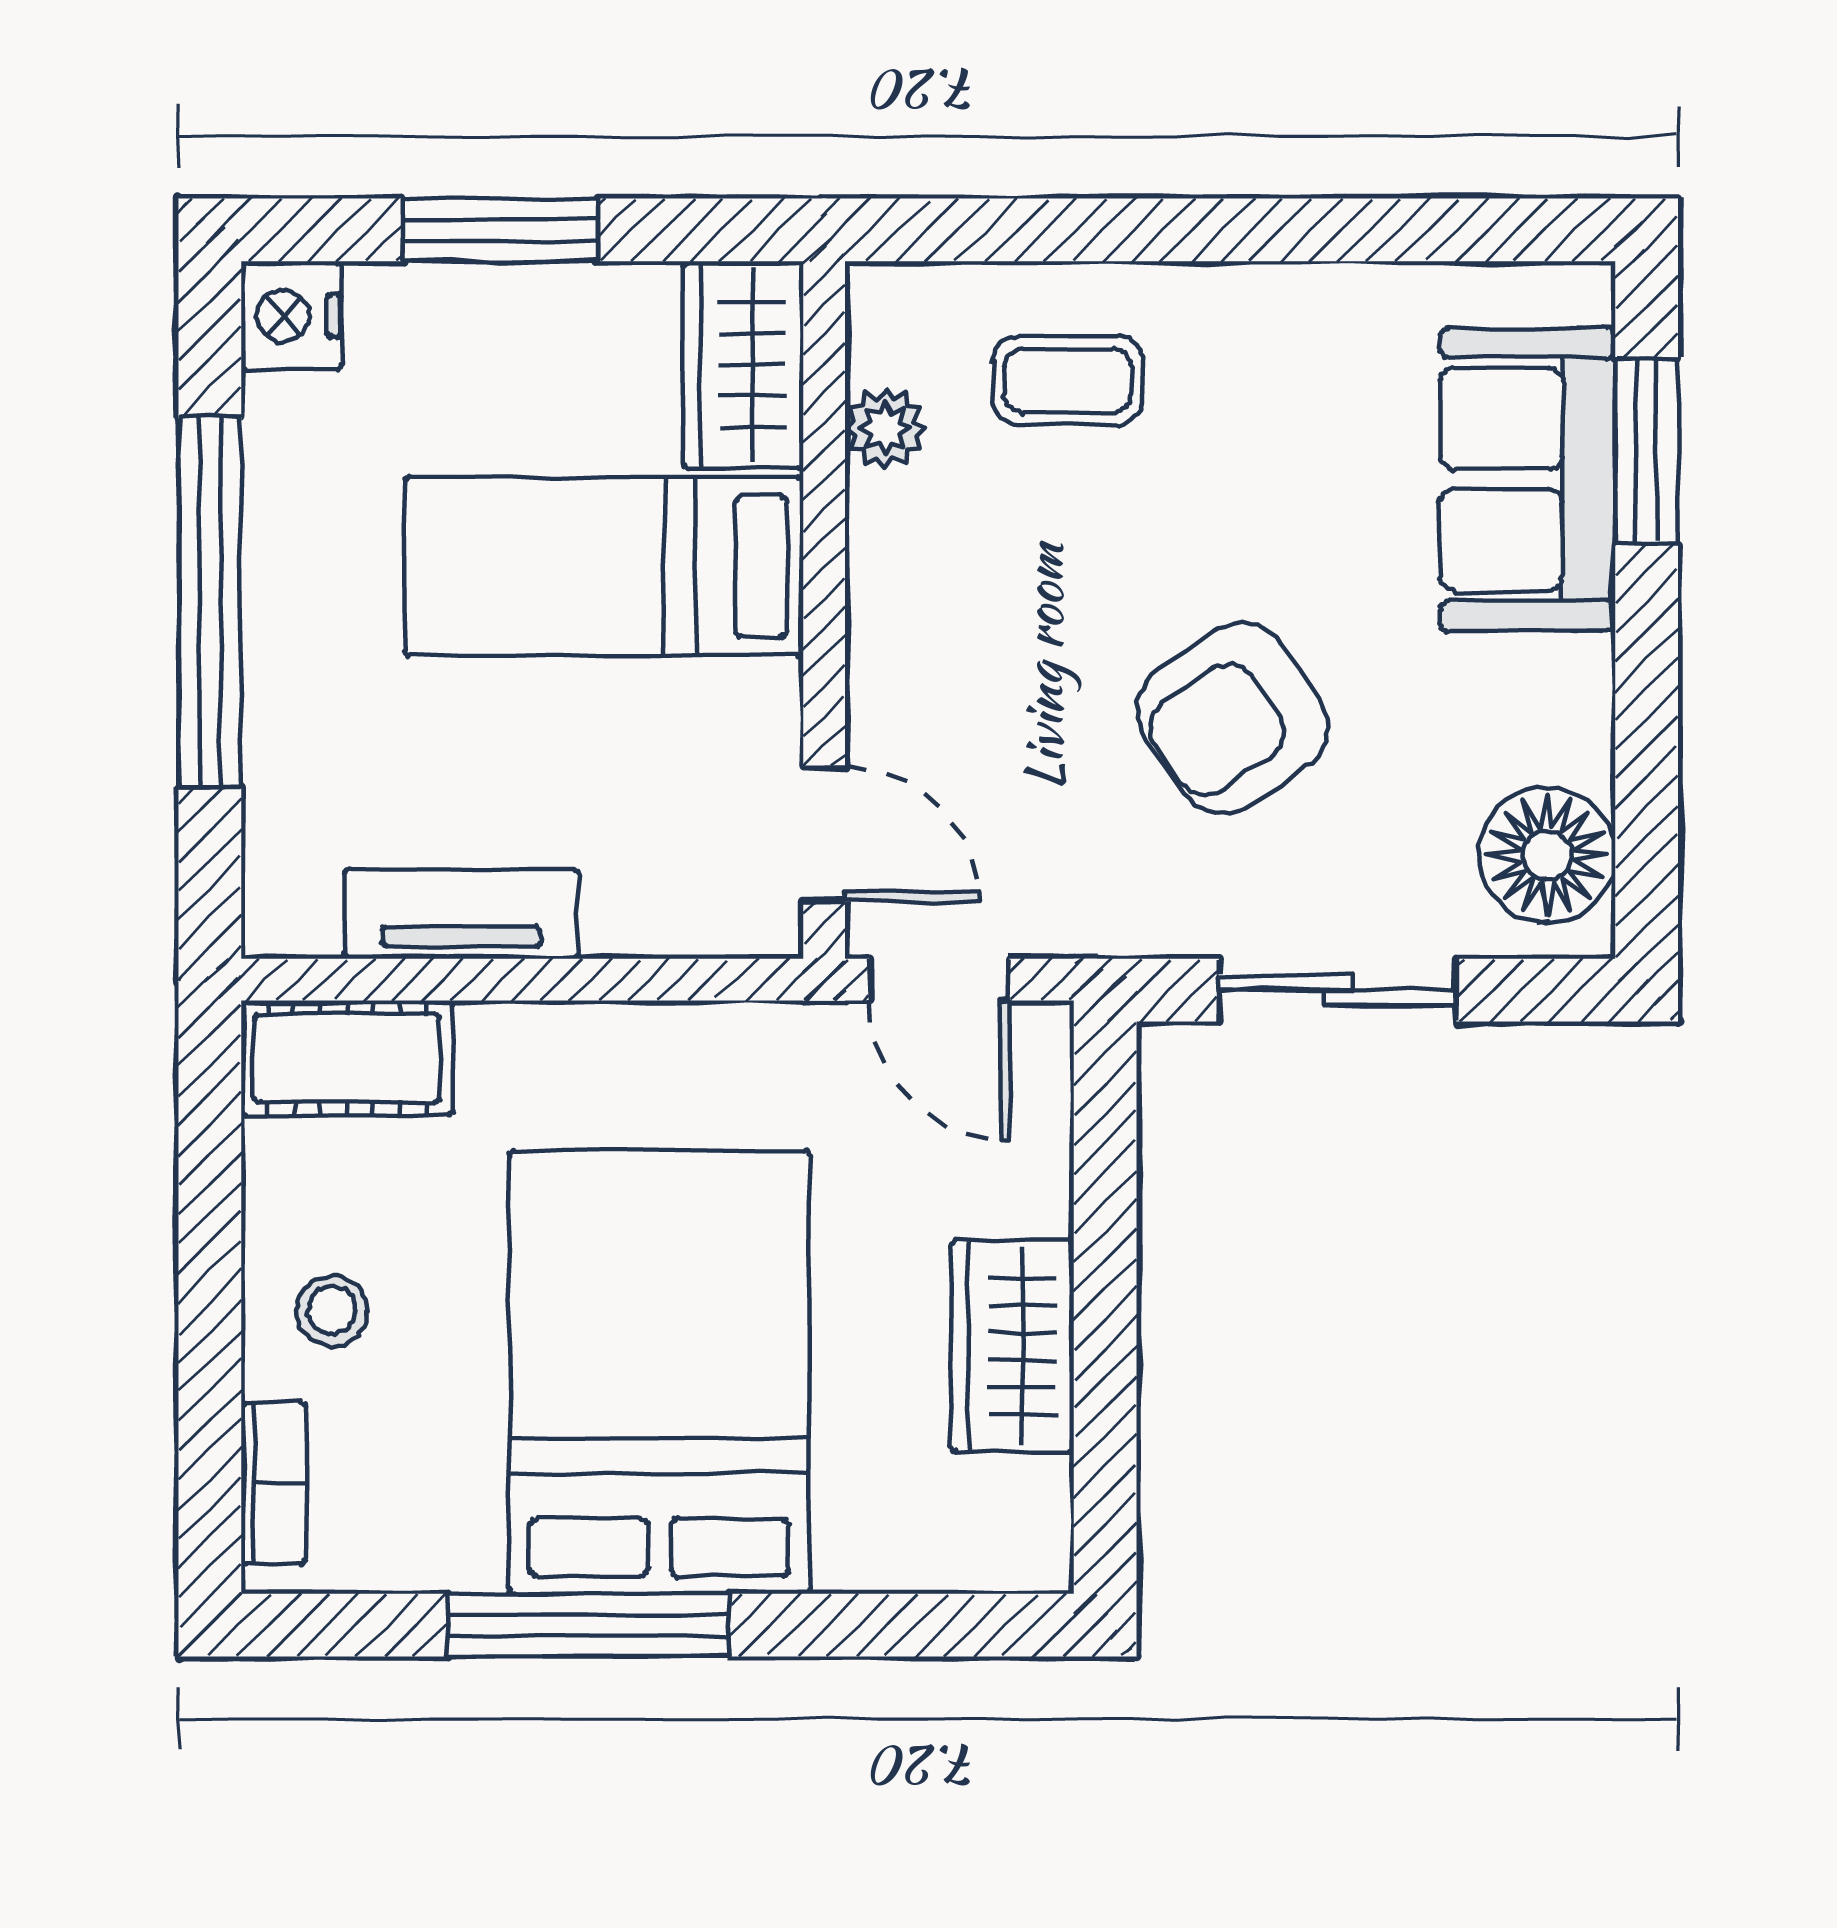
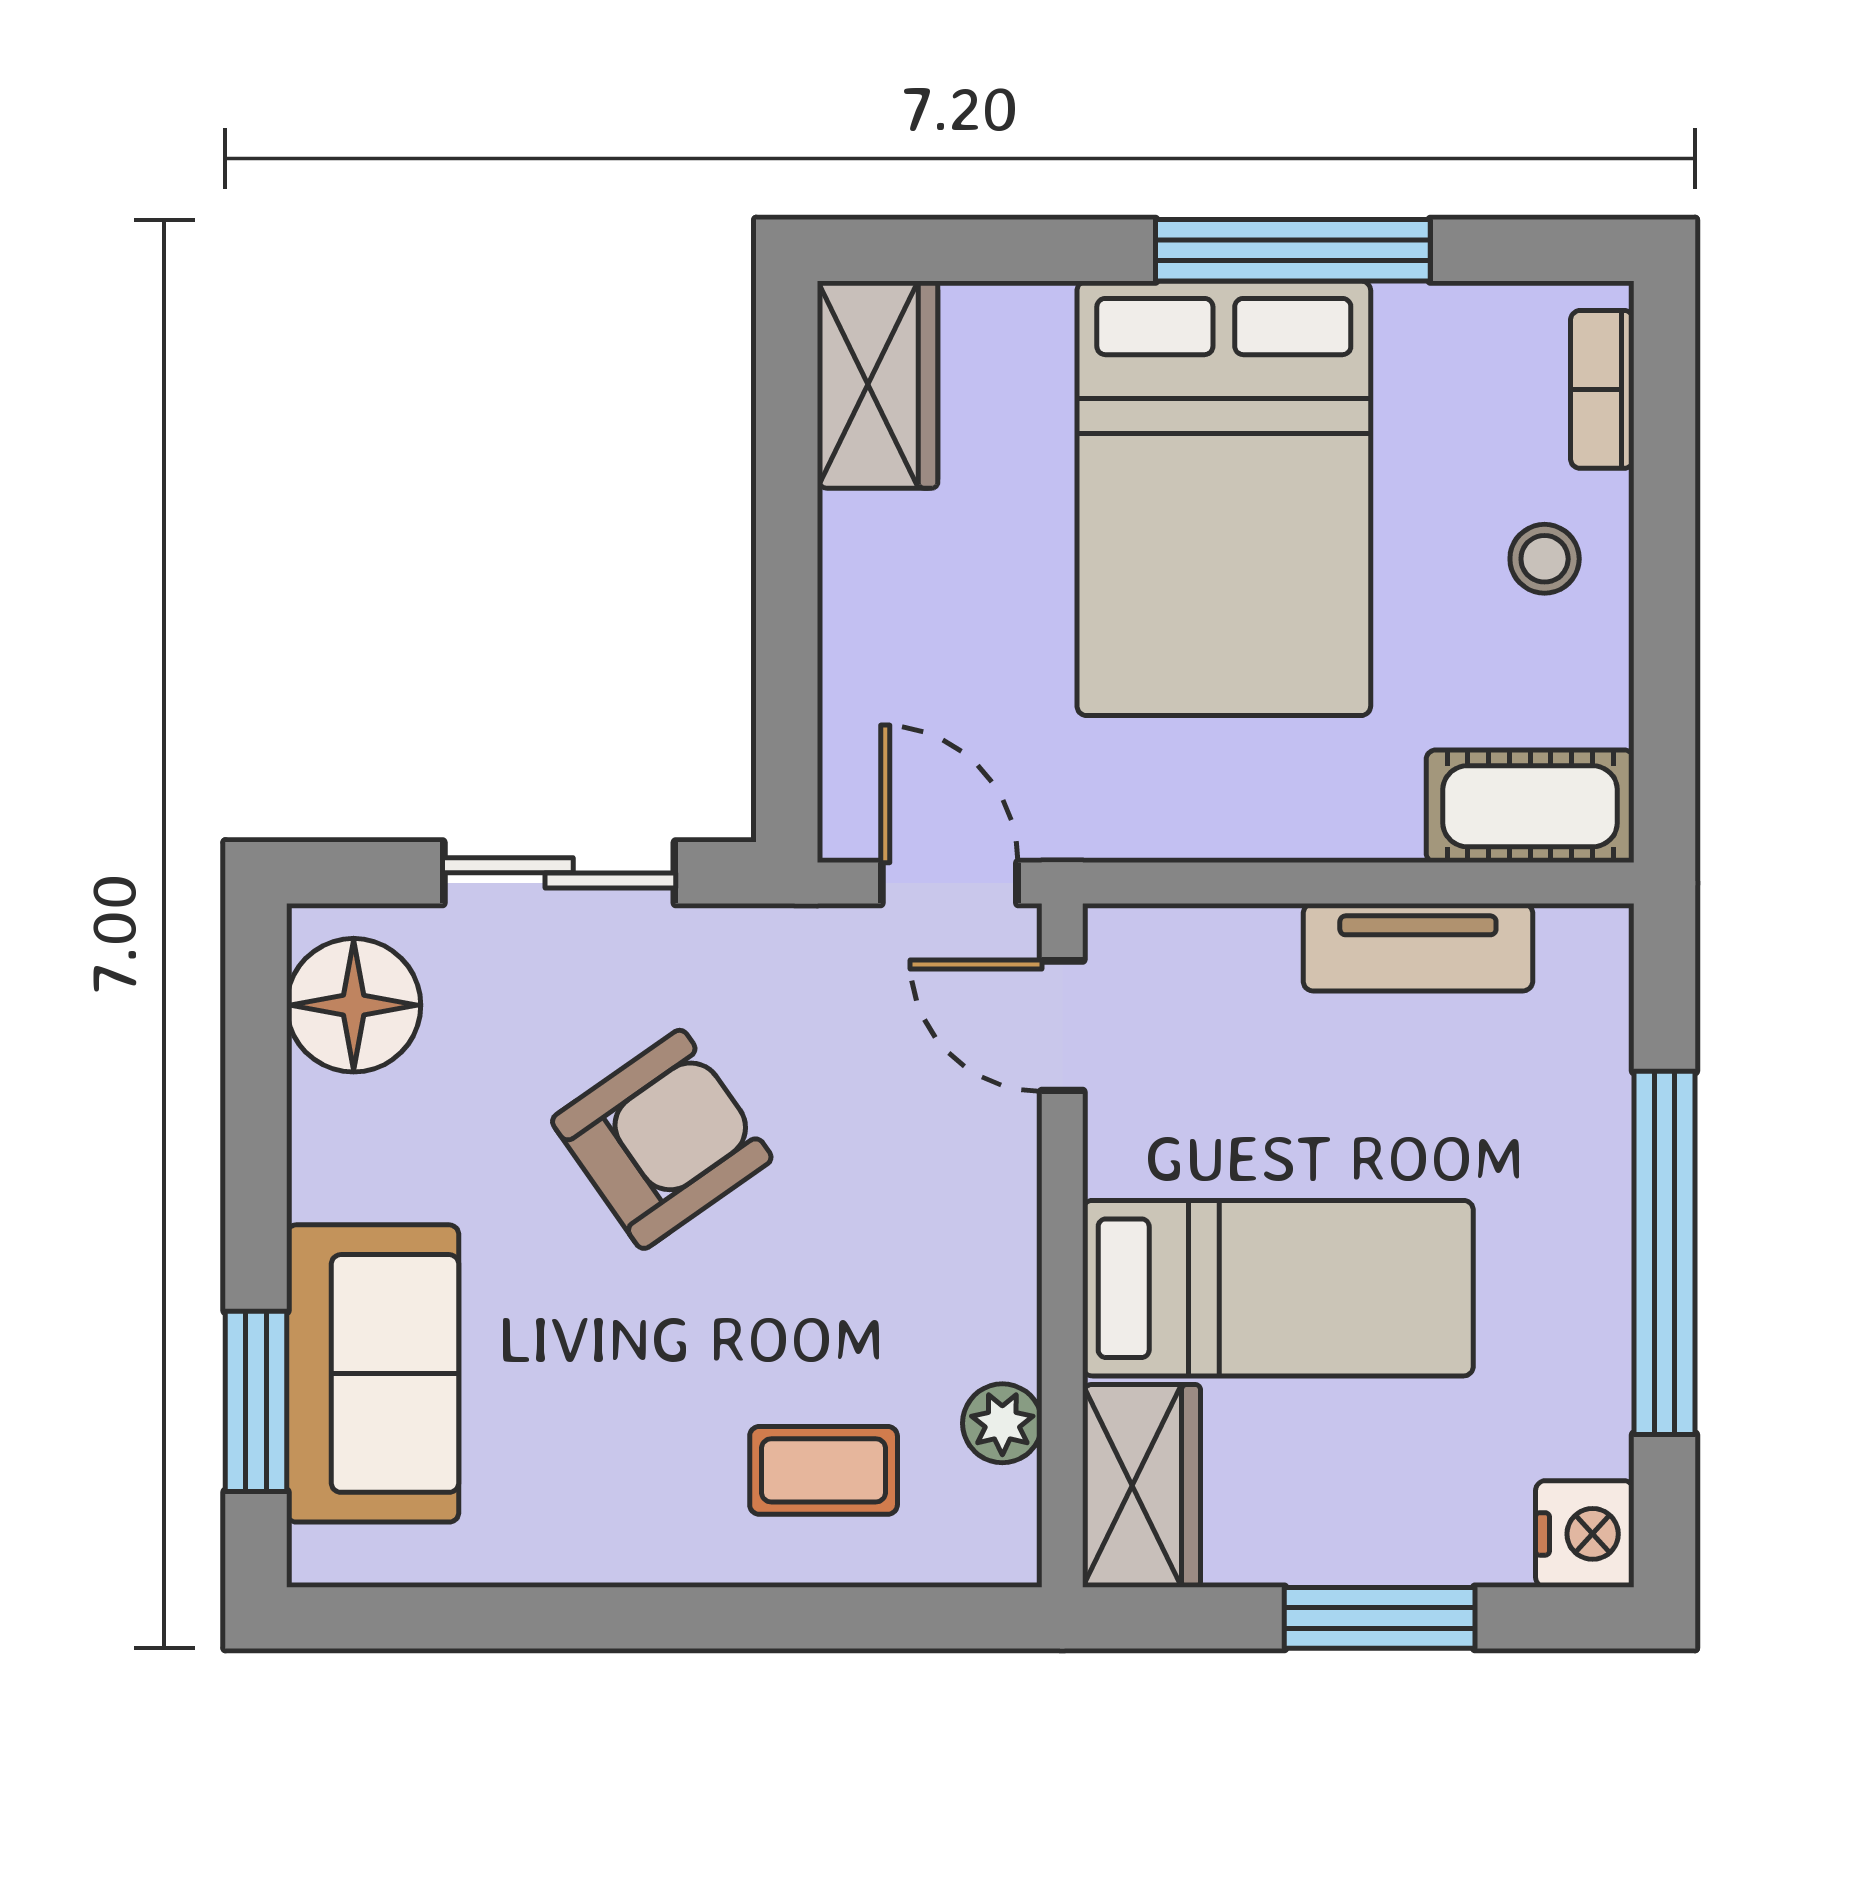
wardrobe: (1013, 1347) -> (877, 385), moved

